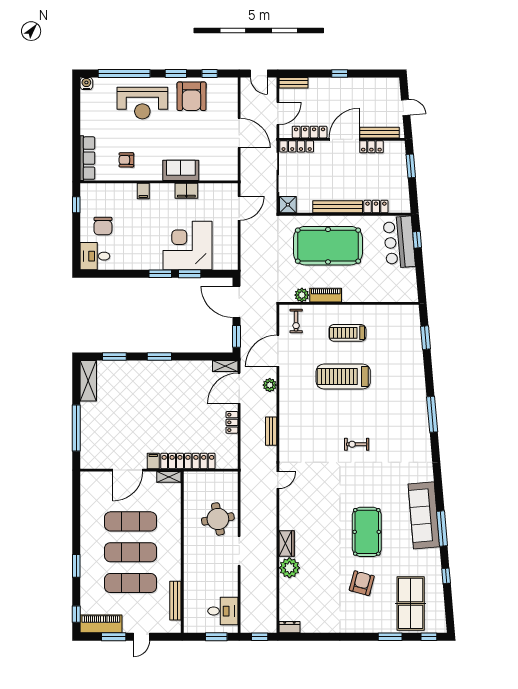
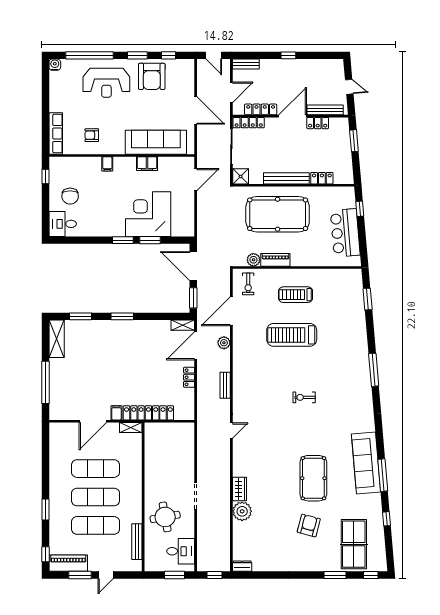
sofa: (181, 170) -> (156, 142), width x1.85, depth x1.27
bar counter: (399, 242) -> (345, 233), moved
round table: (218, 519) -> (165, 517), moved

